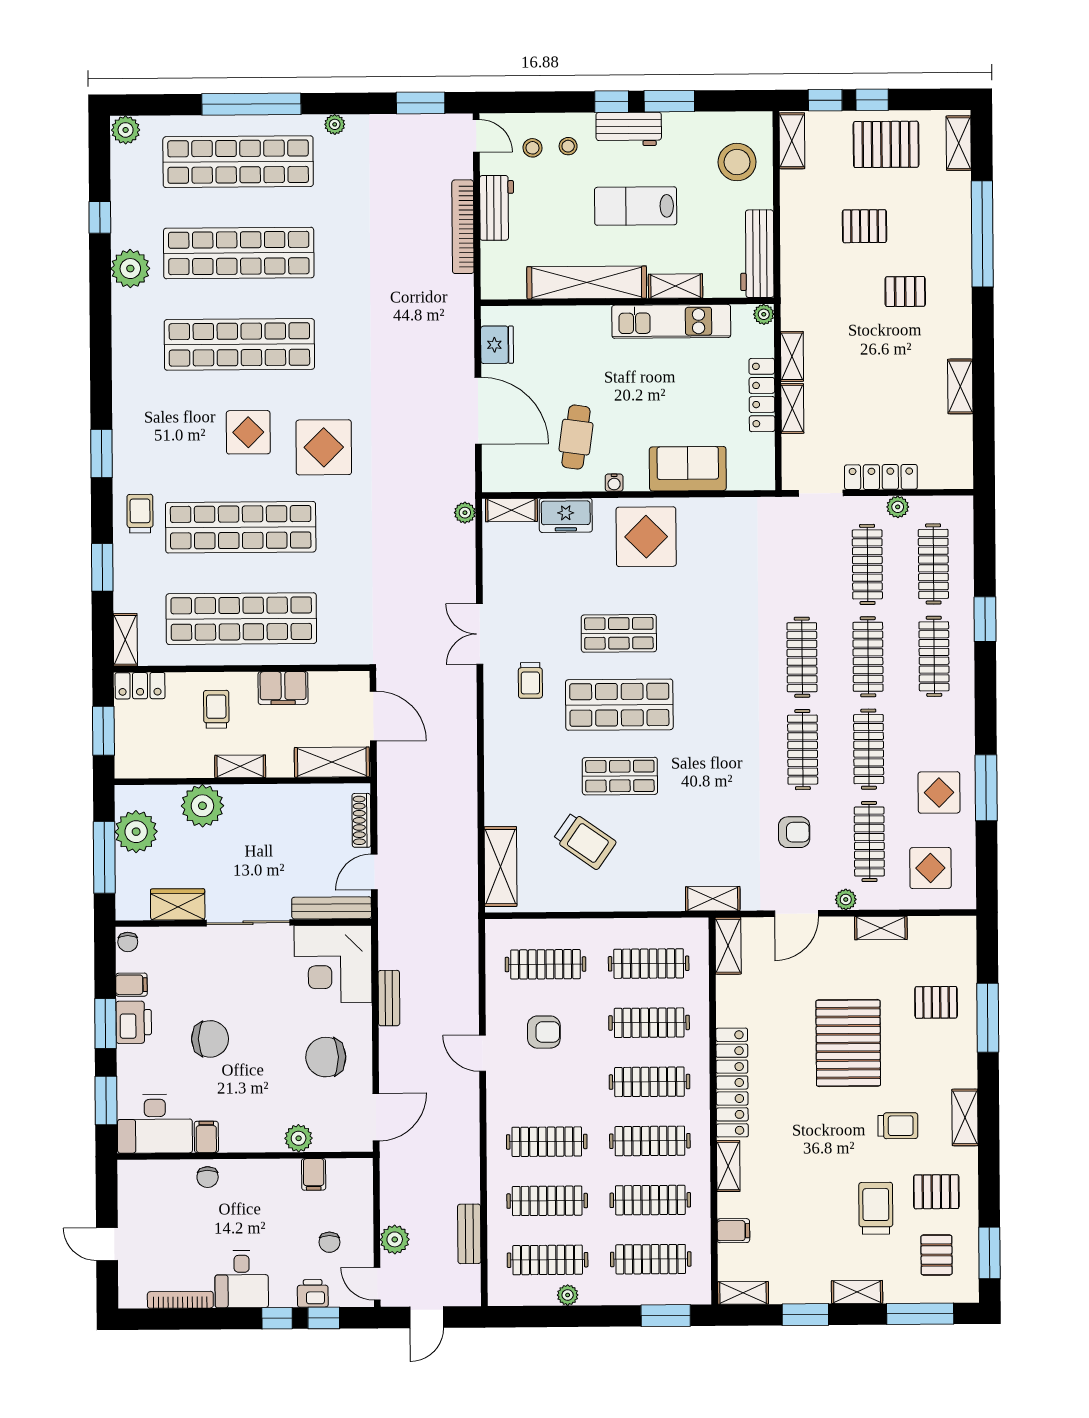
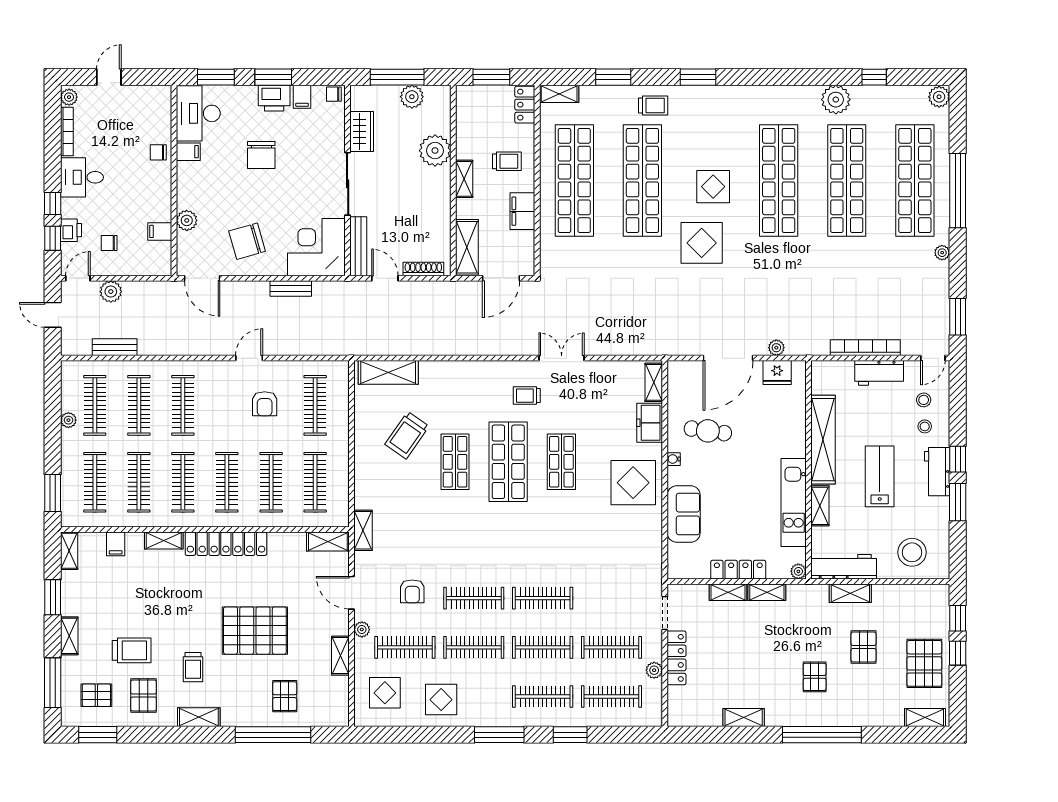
shelving: (792, 141) -> (850, 593), moved
window: (982, 234) -> (822, 735), moved
plant: (465, 513) -> (776, 348), moved
window: (986, 788) -> (499, 735), moved
plant: (136, 832) -> (412, 97), width x0.73, depth x0.73
window: (988, 1018) -> (273, 735), width x1.46
chair: (326, 1057) -> (247, 241), turned -105
plant: (134, 1297) -> (69, 97), added

